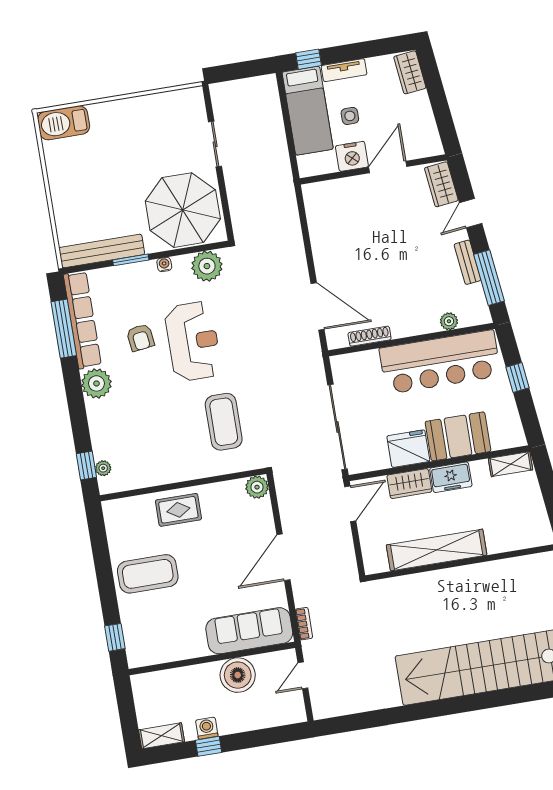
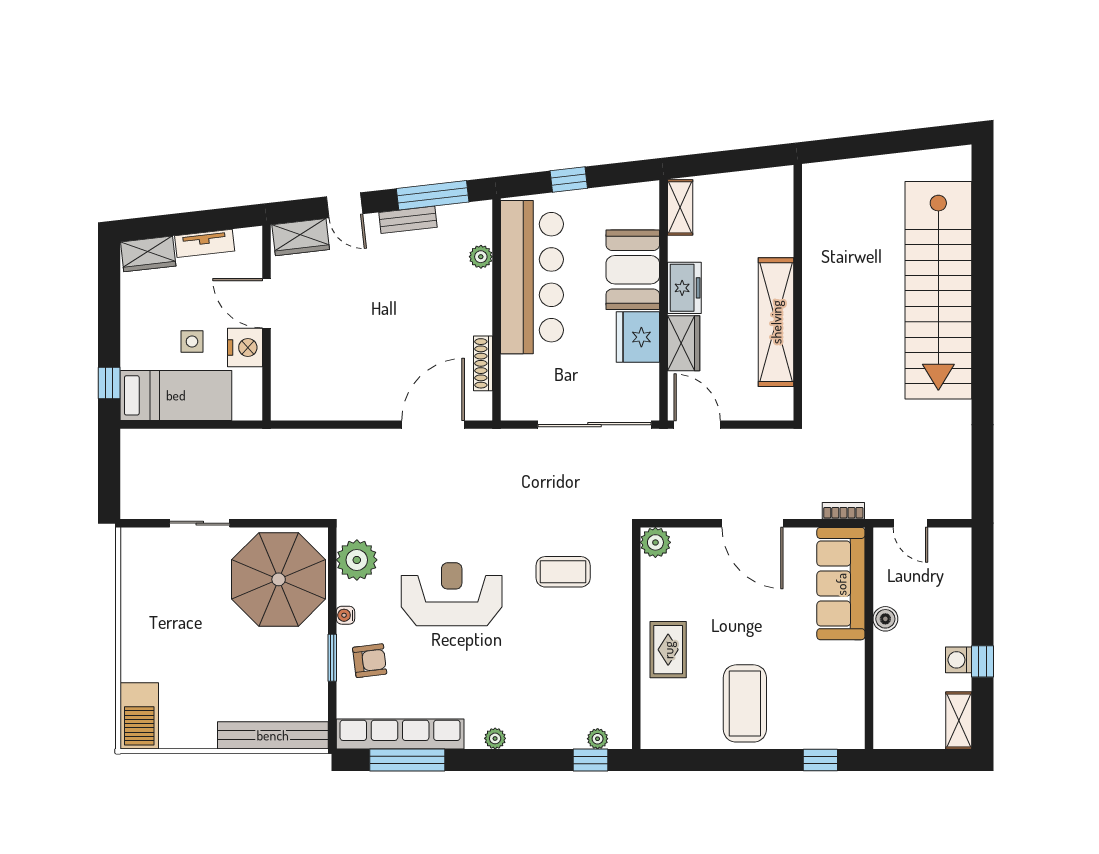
tv unit: (344, 70) -> (205, 243), moved, turned 83
bench: (102, 251) -> (273, 735), moved, turned 90
armchair: (140, 338) -> (370, 661), moved
plant: (96, 383) -> (495, 738), width x0.53, depth x0.53
coffee table: (224, 422) -> (563, 572), width x0.73, depth x0.76
boiler: (238, 675) -> (885, 619), width x0.54, depth x0.54

